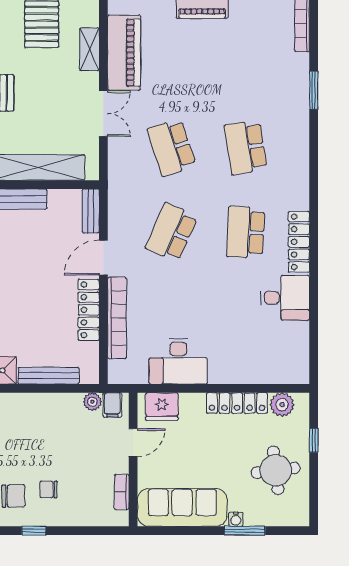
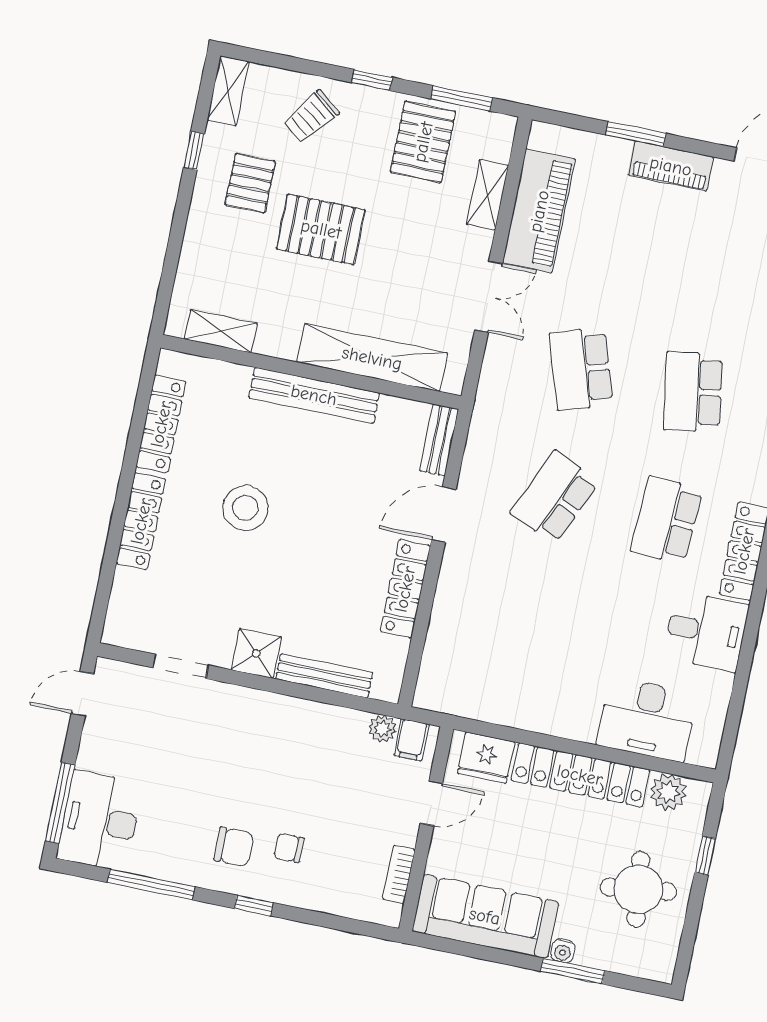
bookcase: (117, 318) -> (446, 610), removed
desk: (178, 361) -> (647, 719), moved
locker: (237, 403) -> (580, 775), width x1.41, depth x1.21

